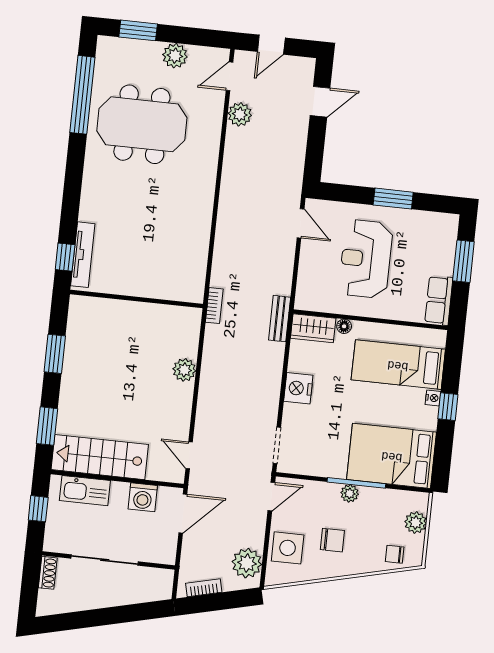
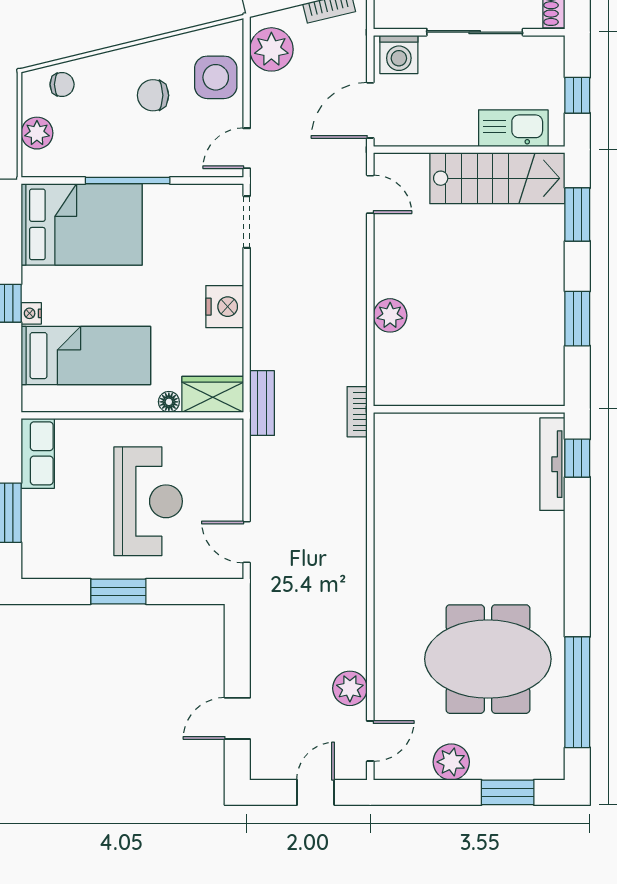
plant: (350, 493) -> (136, 164), removed
washing machine: (143, 497) -> (399, 54), moved, turned 180

